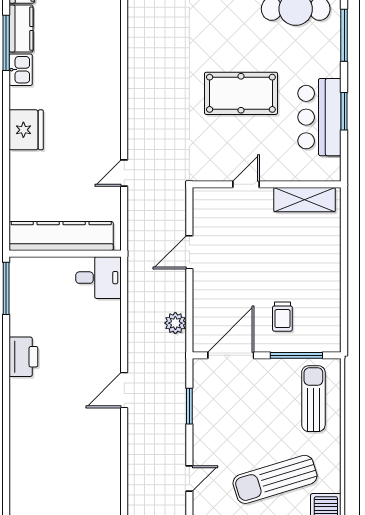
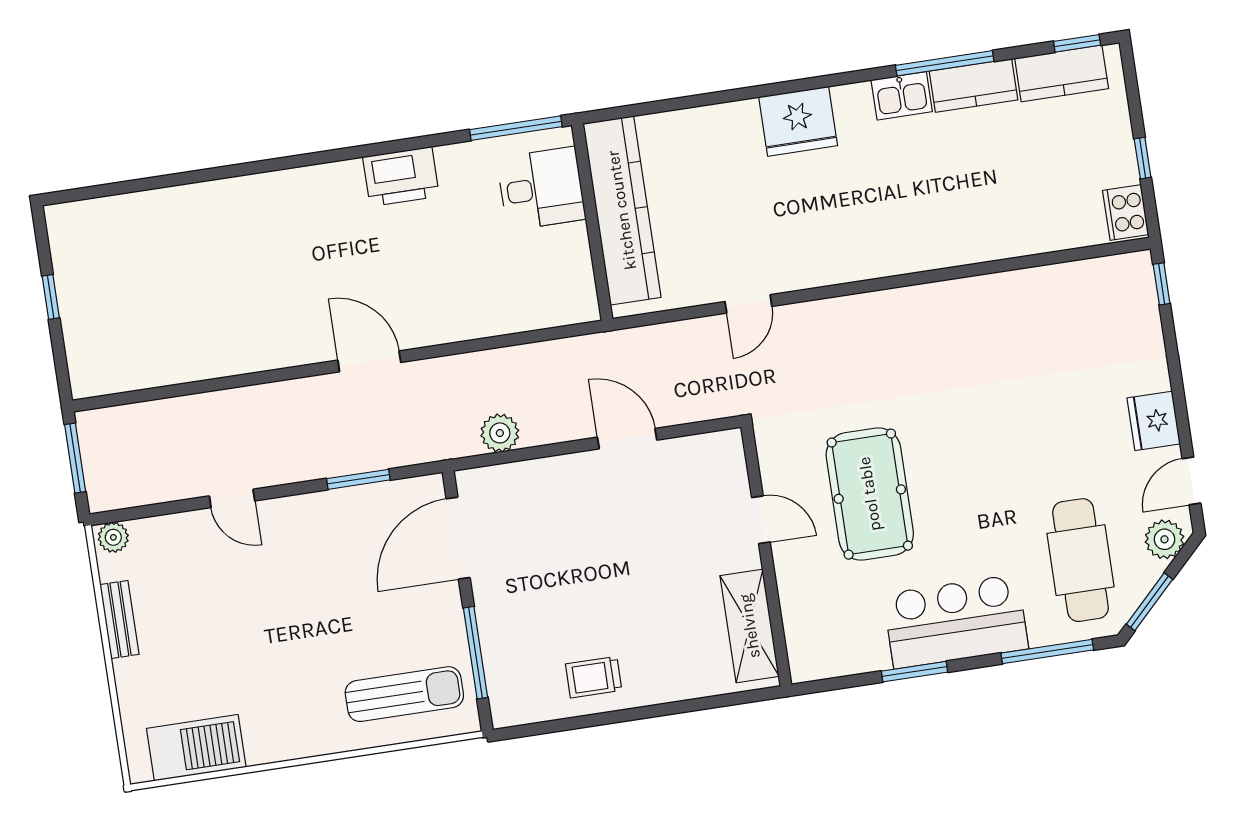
pool table: (241, 93) -> (870, 494), moved
bar counter: (319, 117) -> (956, 622), moved
door: (124, 173) -> (748, 304), swing flipped
desk: (99, 278) -> (541, 188), moved, turned -90
trolley: (282, 317) -> (594, 677), moved
door: (231, 355) -> (458, 538), swing flipped
sun lounger: (275, 479) -> (253, 648), removed

